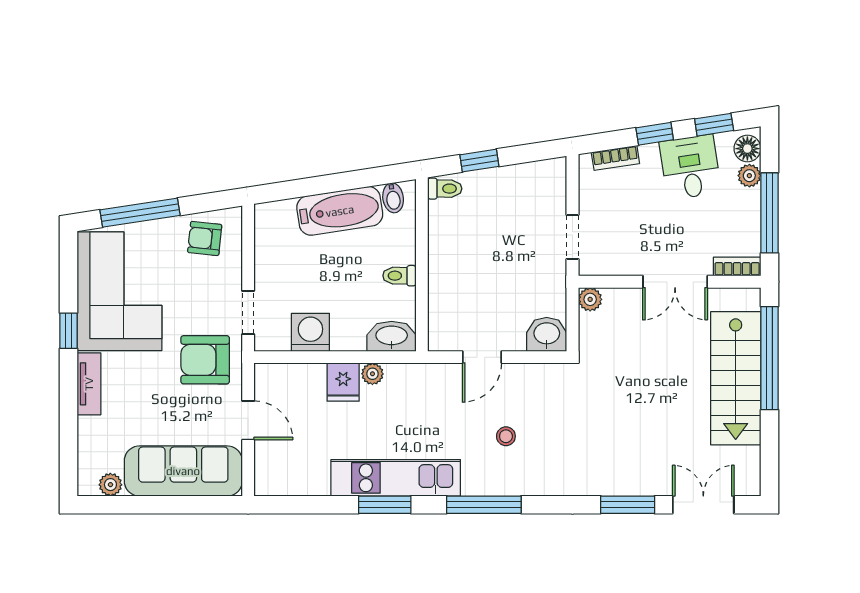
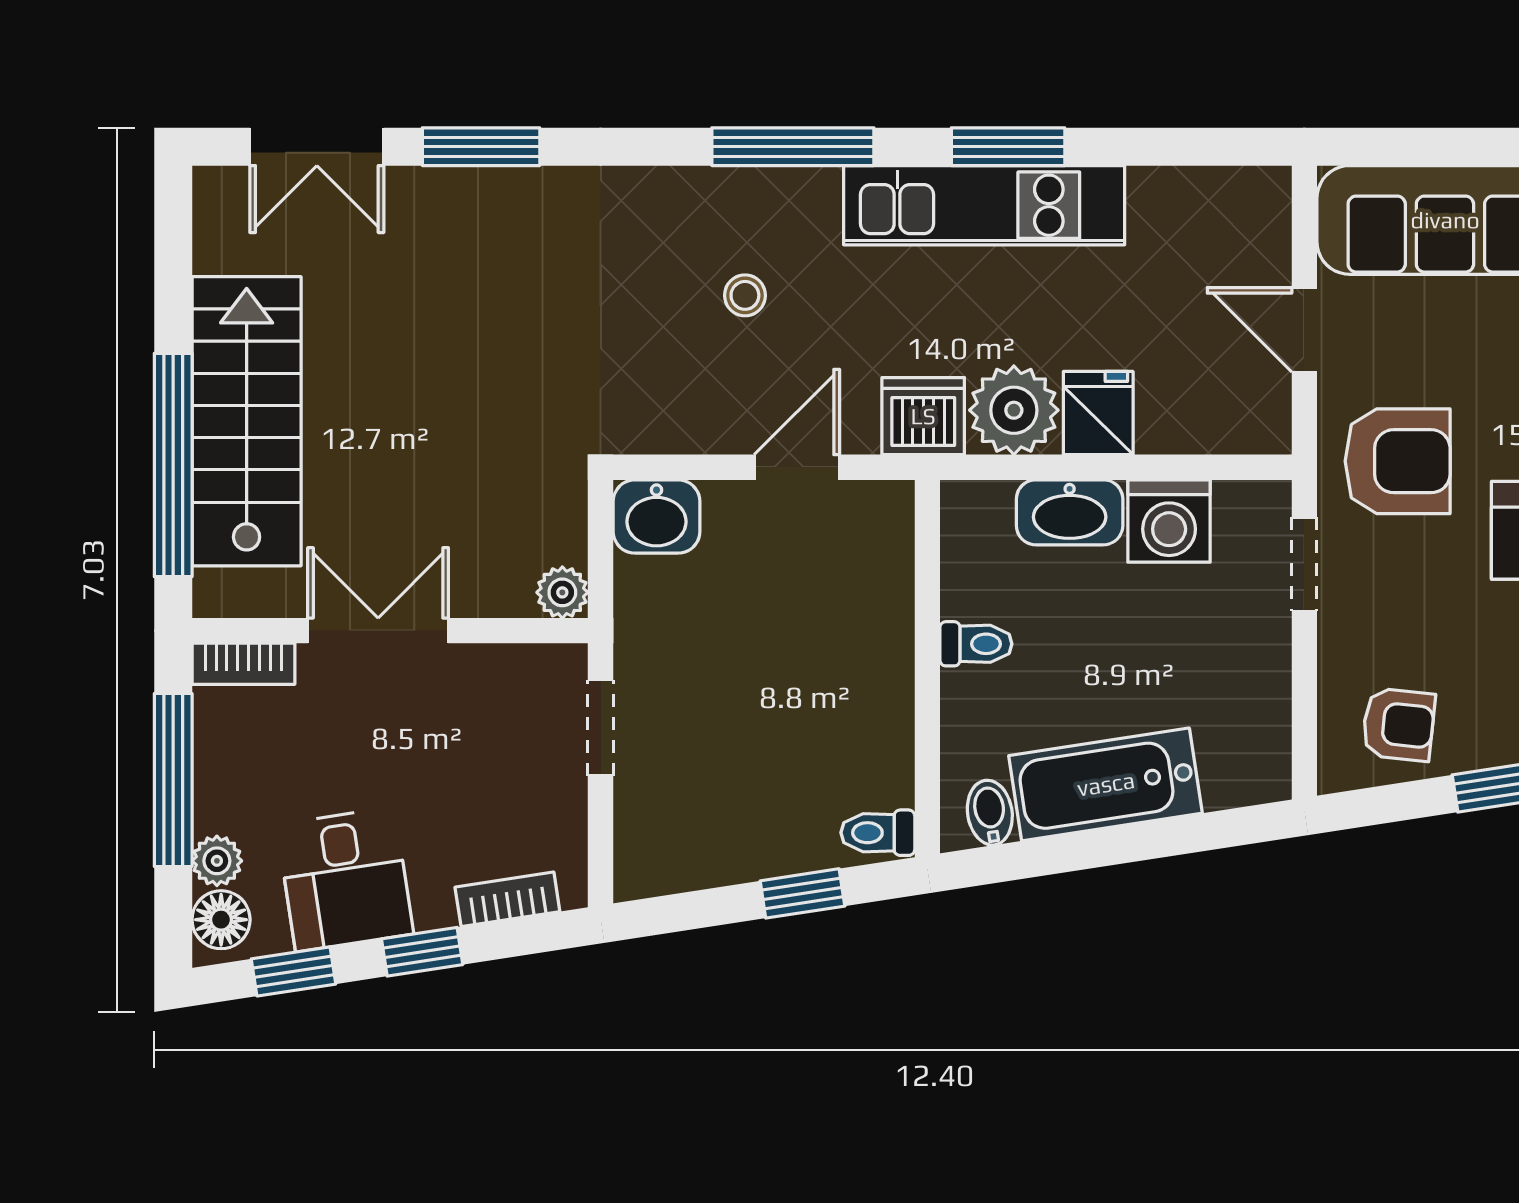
washbasin: (392, 336) -> (1070, 512), moved
plant: (372, 374) -> (1014, 410), width x1.87, depth x1.87
dishwasher: (424, 381) -> (923, 416), added

